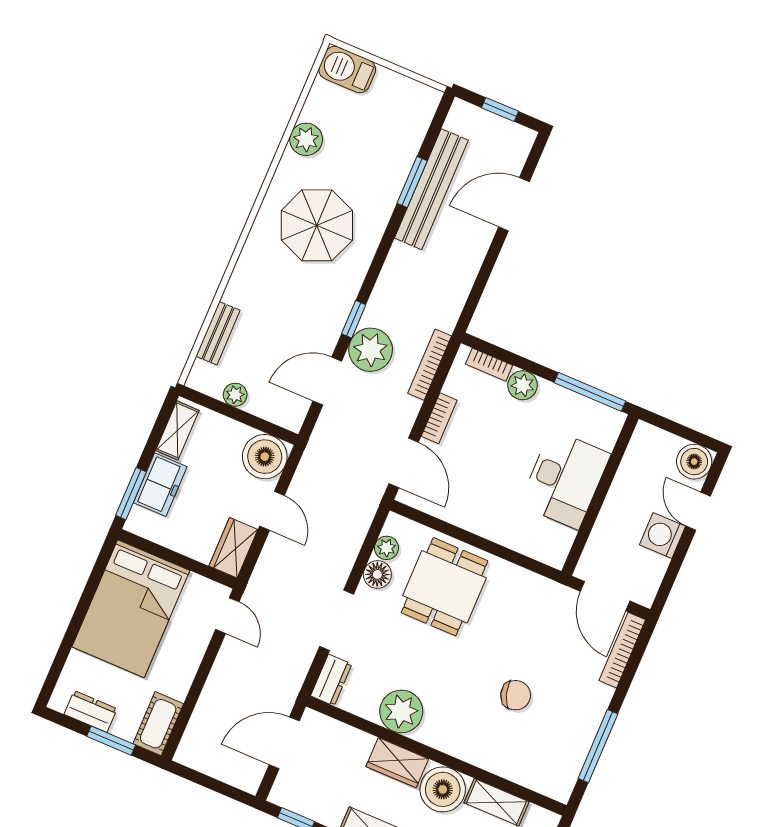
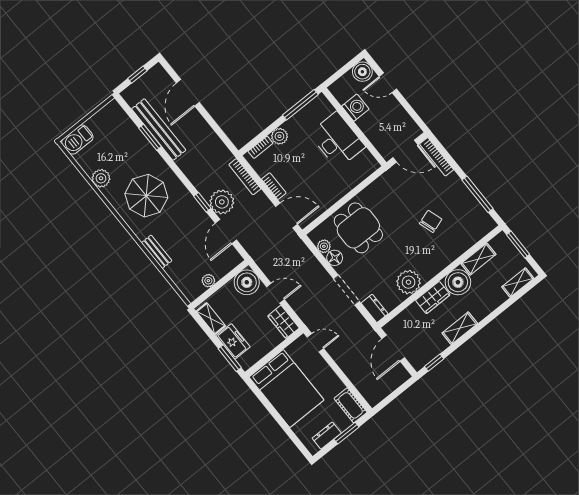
bench: (218, 333) -> (157, 252), moved
washing machine: (662, 535) -> (355, 108), moved, turned 180

